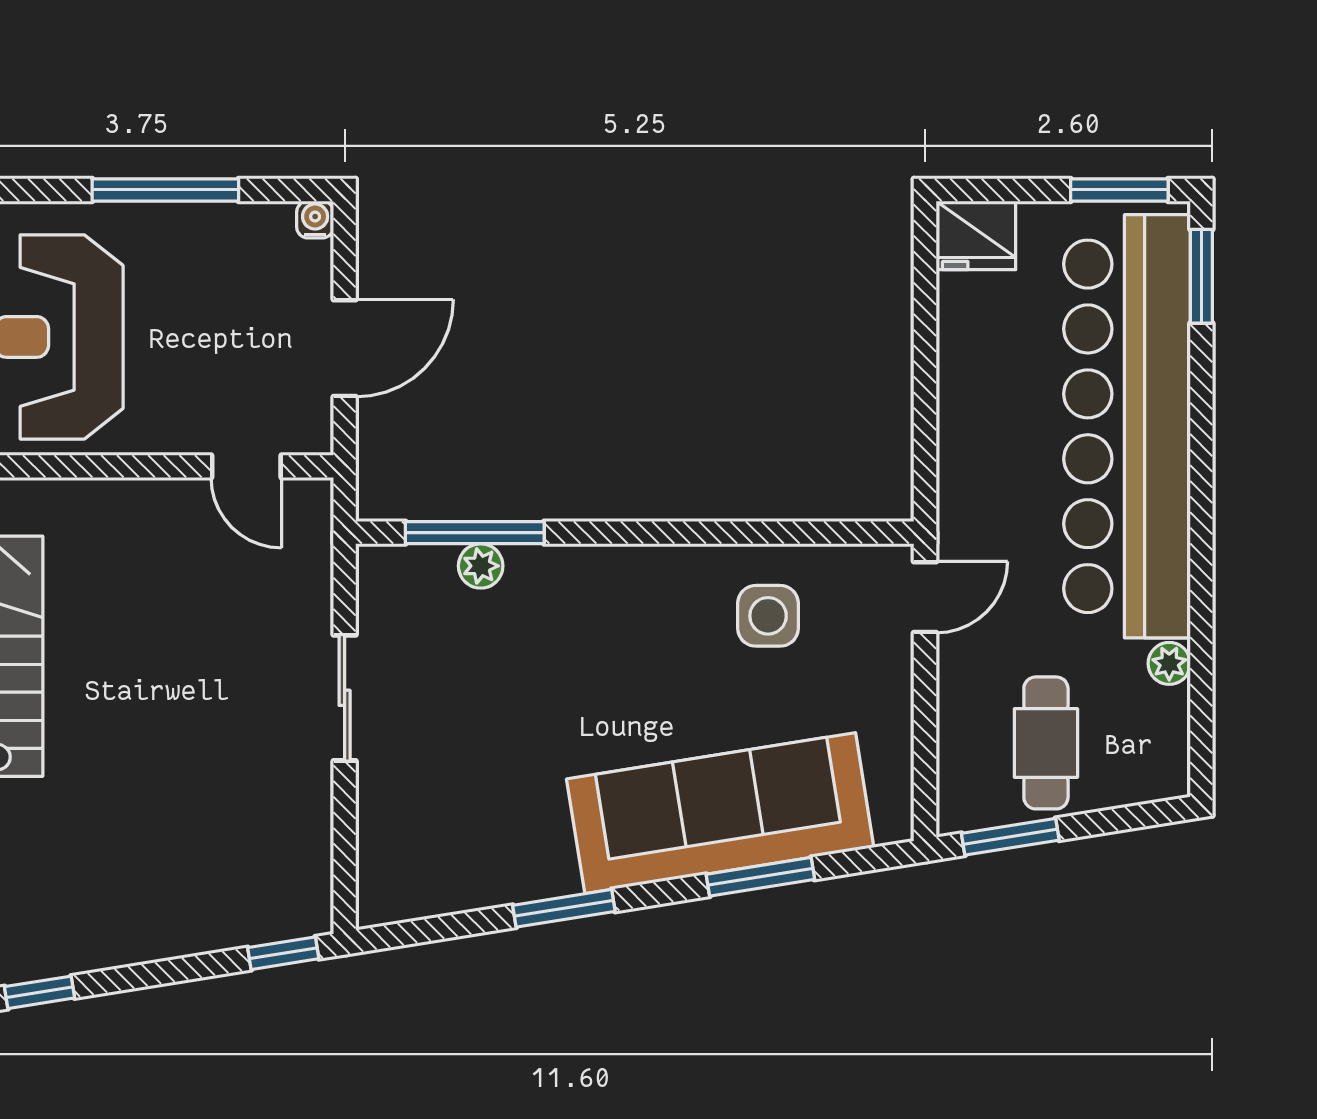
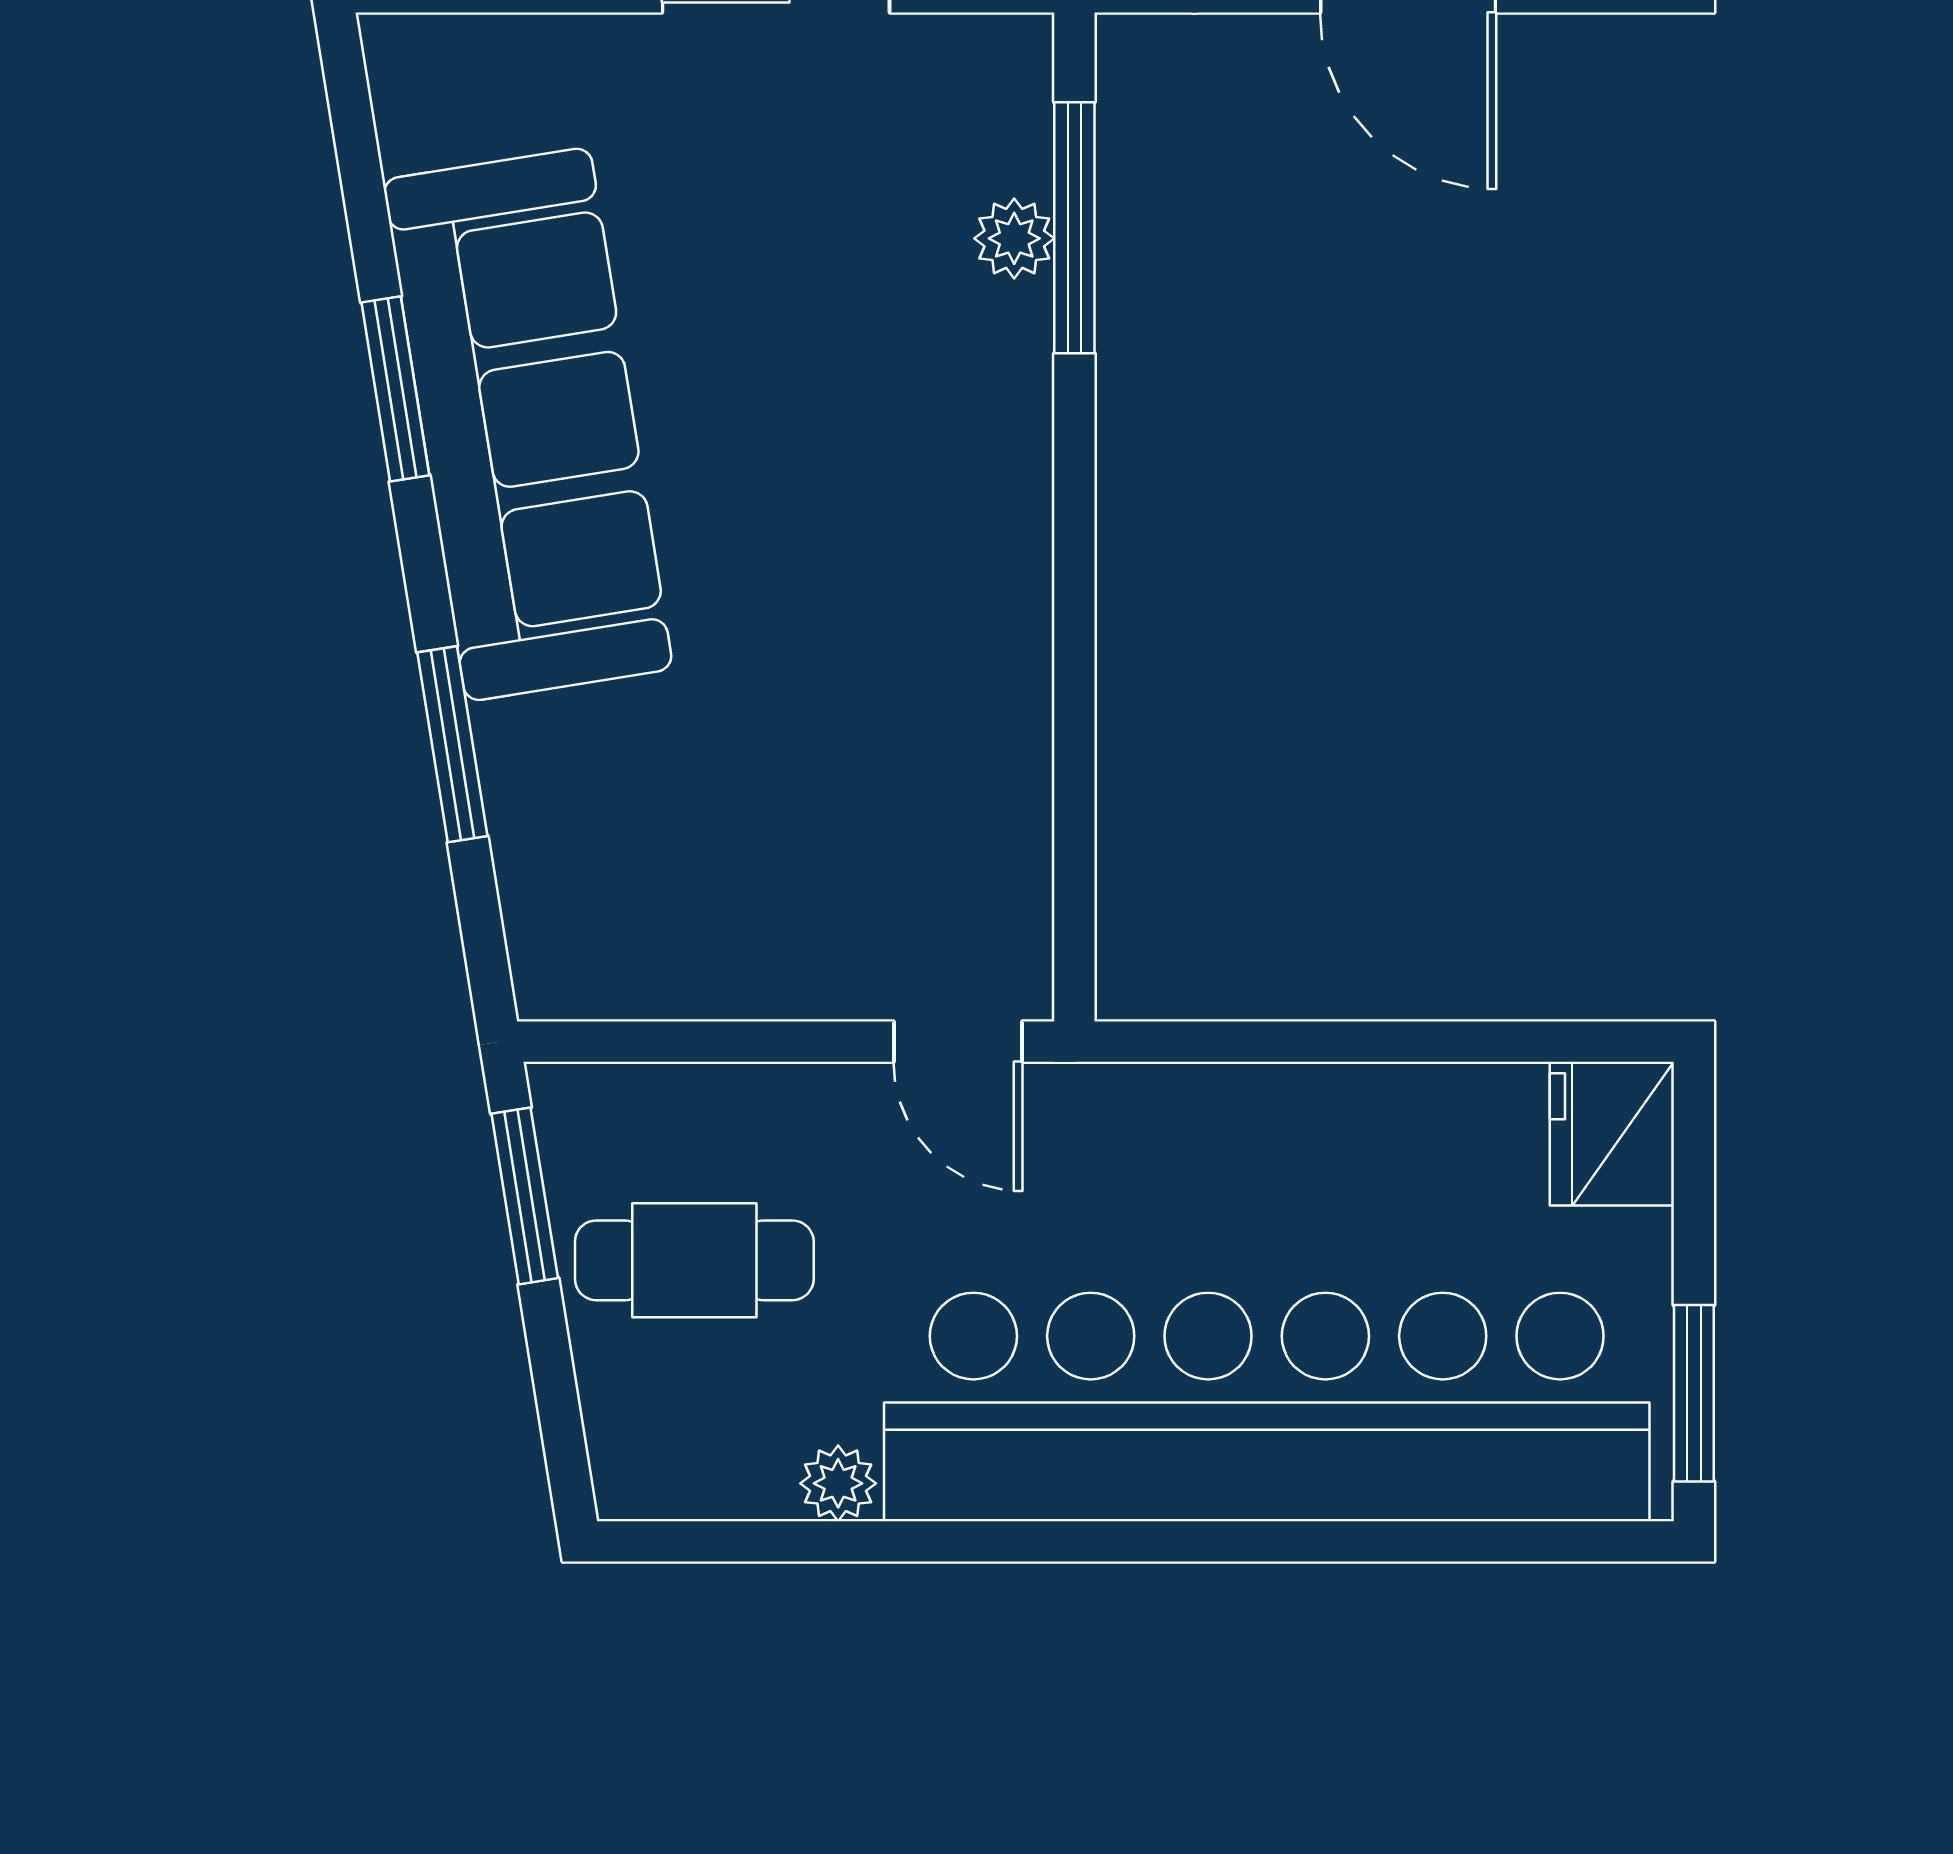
window: (1201, 276) -> (1538, 1541), removed
side table: (768, 616) -> (924, 758), removed
sofa: (720, 813) -> (528, 424), moved

